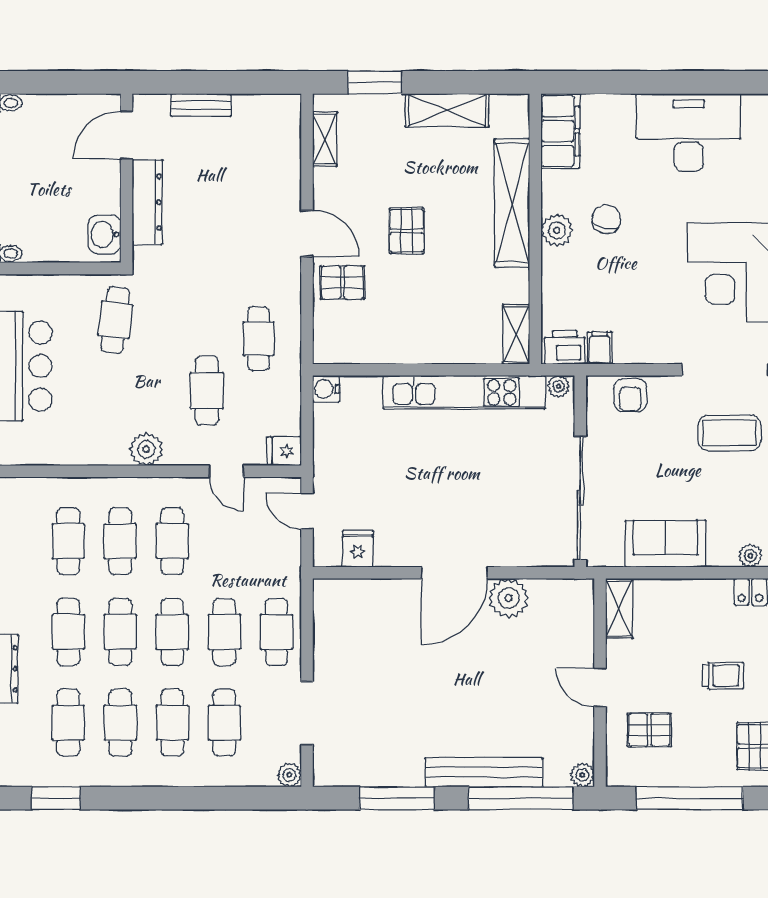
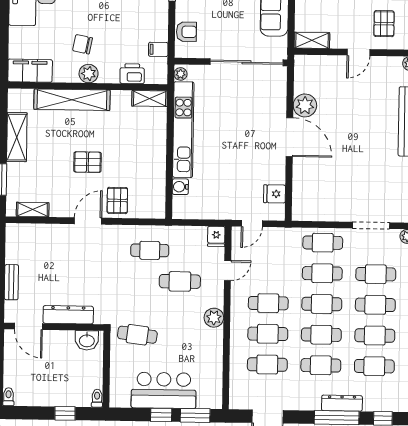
printer: (565, 347) -> (132, 74), moved, turned 90
water cooler: (326, 389) -> (180, 187), moved, turned 90

